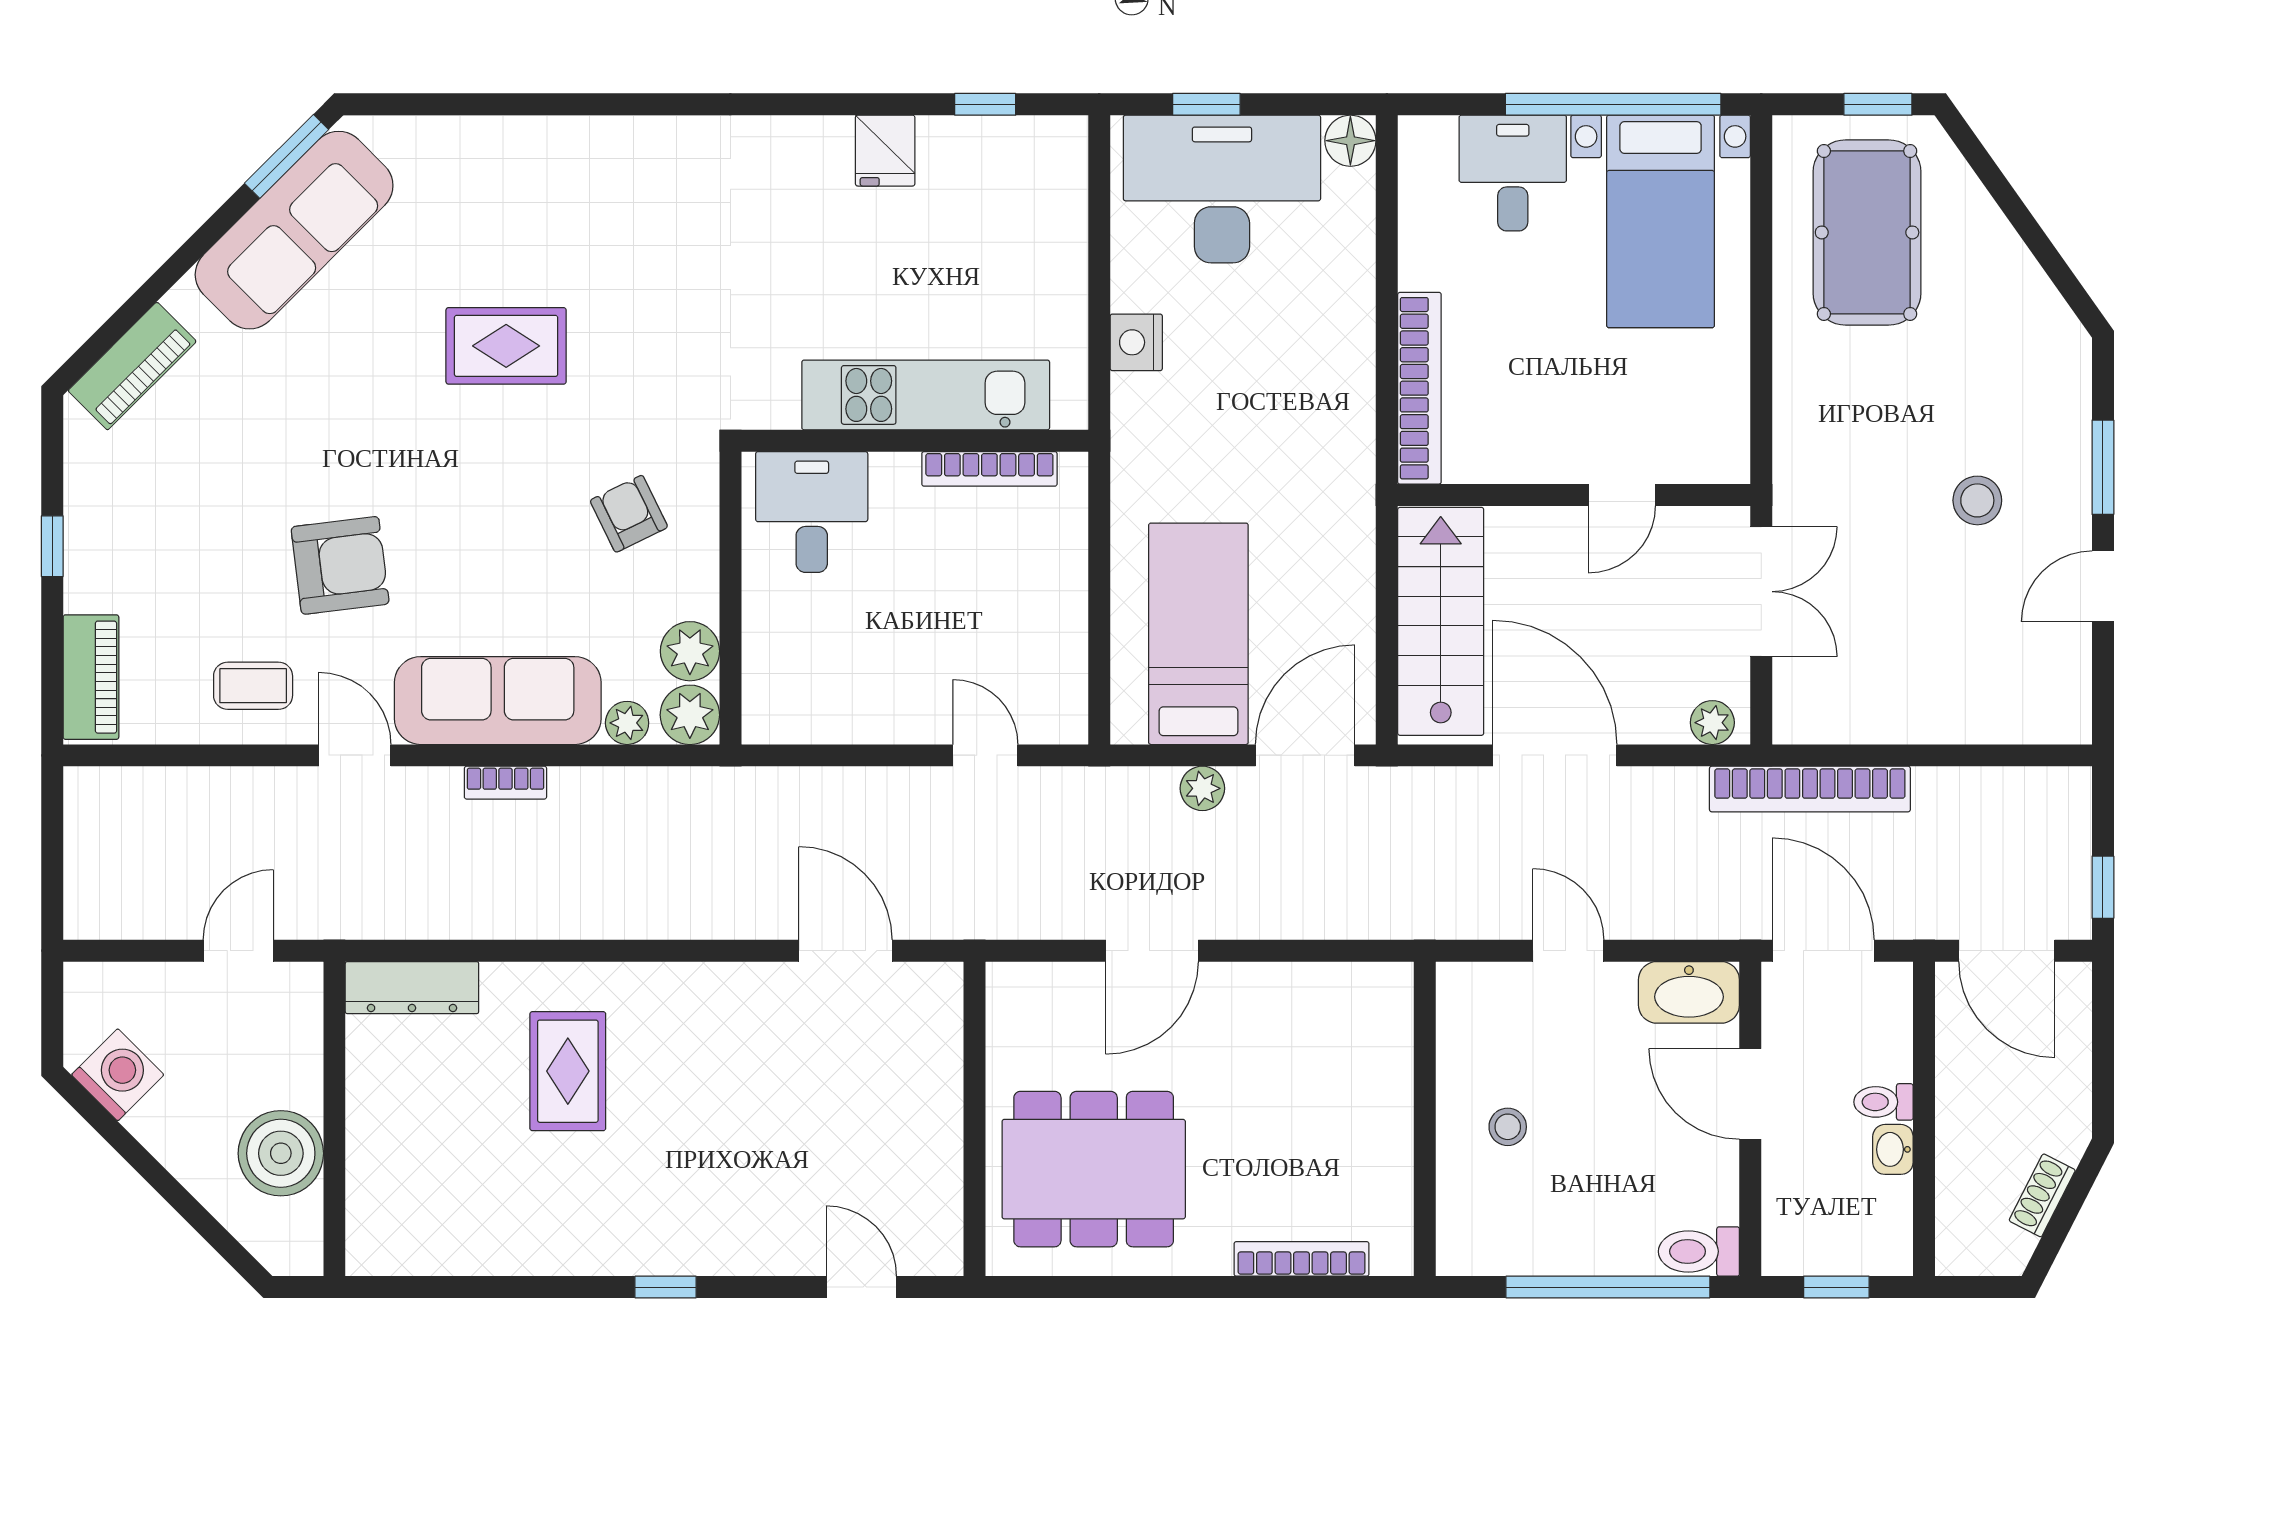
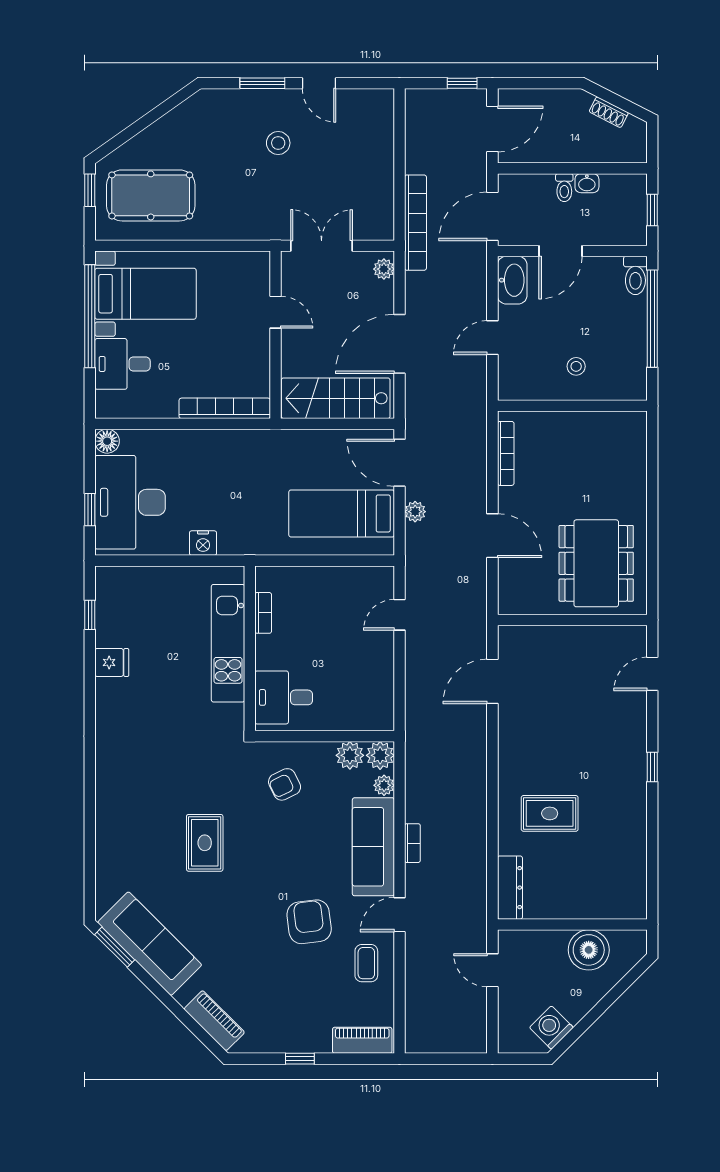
bookcase: (989, 469) -> (263, 613), width x0.64
bookcase: (1301, 1259) -> (506, 453), moved, turned 180

